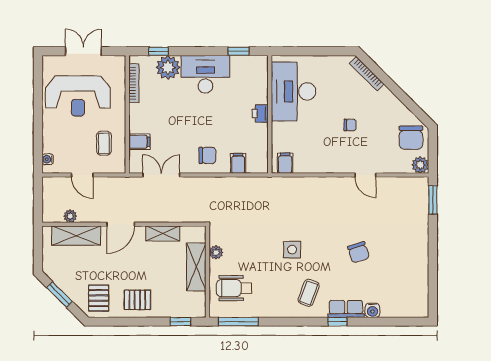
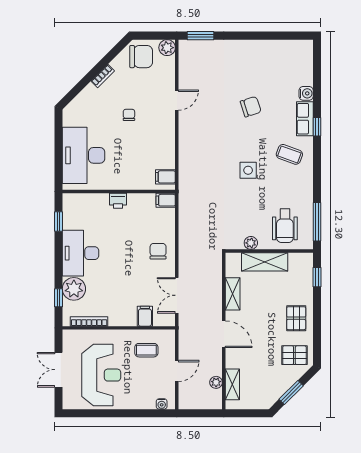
bookcase: (367, 74) -> (103, 76), moved, width x0.64
desk: (294, 91) -> (84, 155), moved, turned 90
filing cabinet: (238, 163) -> (166, 200), moved
shelving: (76, 236) -> (232, 384), width x0.67, depth x0.75

